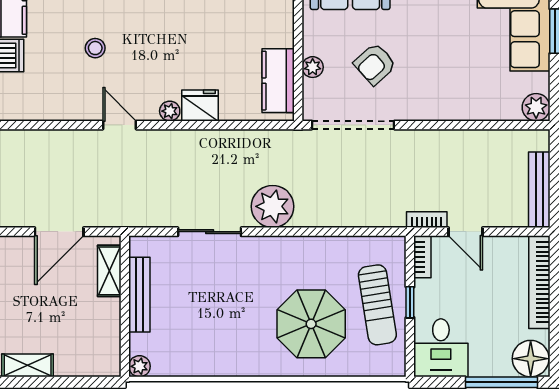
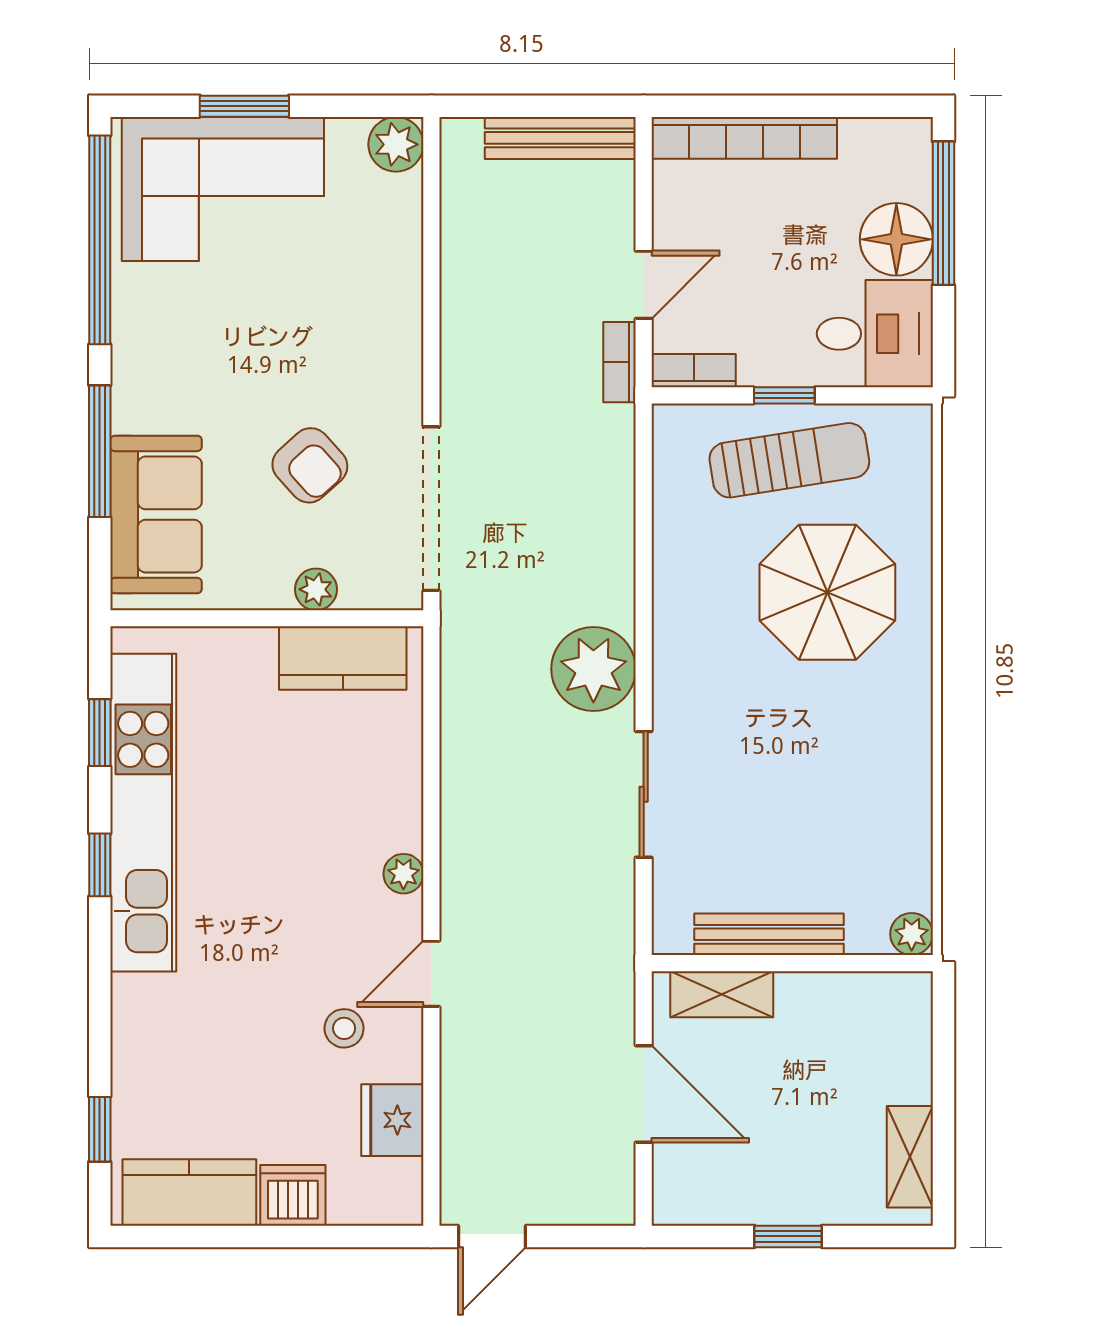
stool: (95, 48) -> (344, 1028), moved
fridge: (200, 106) -> (392, 1120), moved
floor lamp: (531, 359) -> (896, 239), moved

